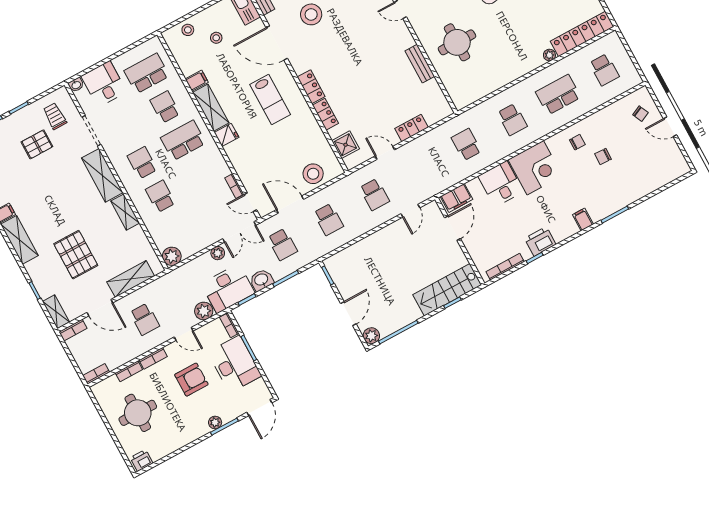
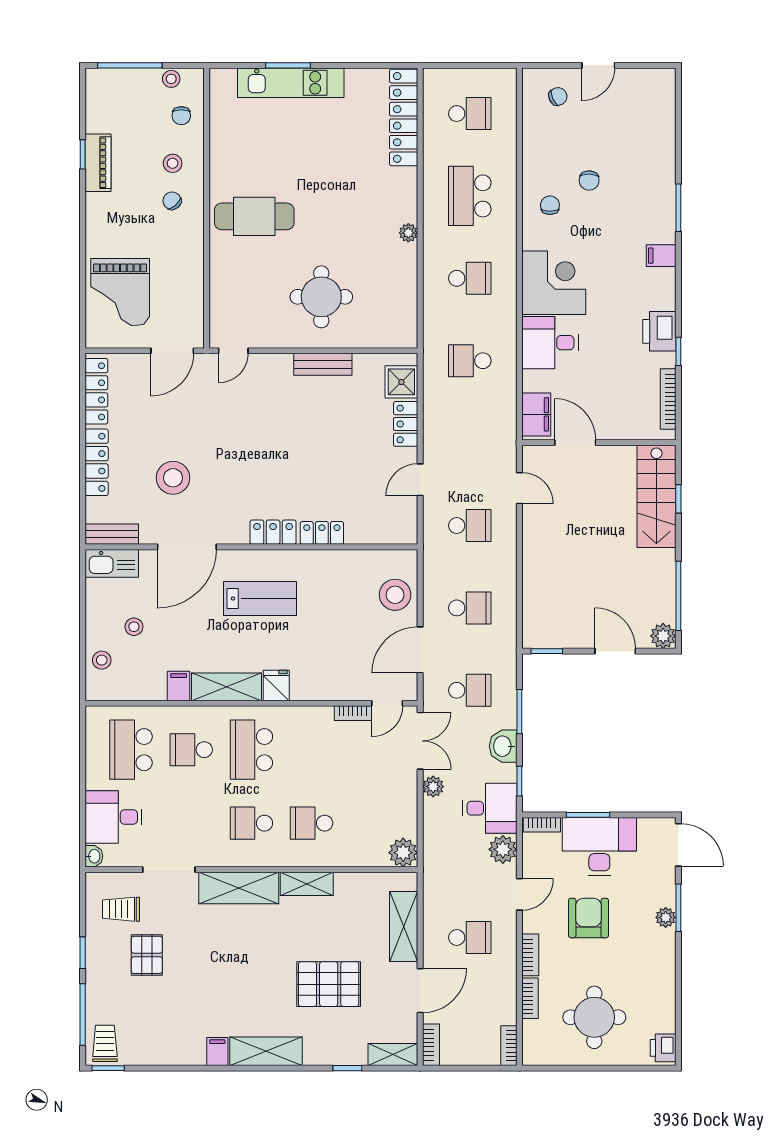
plant: (549, 55) -> (408, 233), moved
shower: (346, 145) -> (401, 382), moved
desk: (228, 288) -> (490, 808), width x0.73

